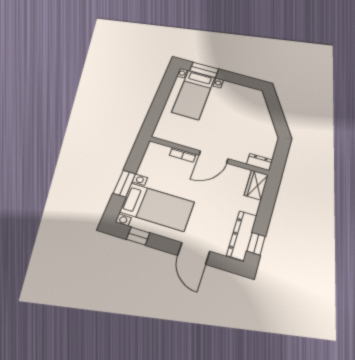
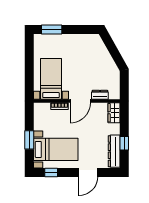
bed with nightstands: (194, 95) -> (51, 79), moved, turned 180
dresser: (260, 162) -> (100, 95), moved
window: (256, 244) -> (124, 143), moved
door: (194, 253) -> (88, 172), hinge flipped

